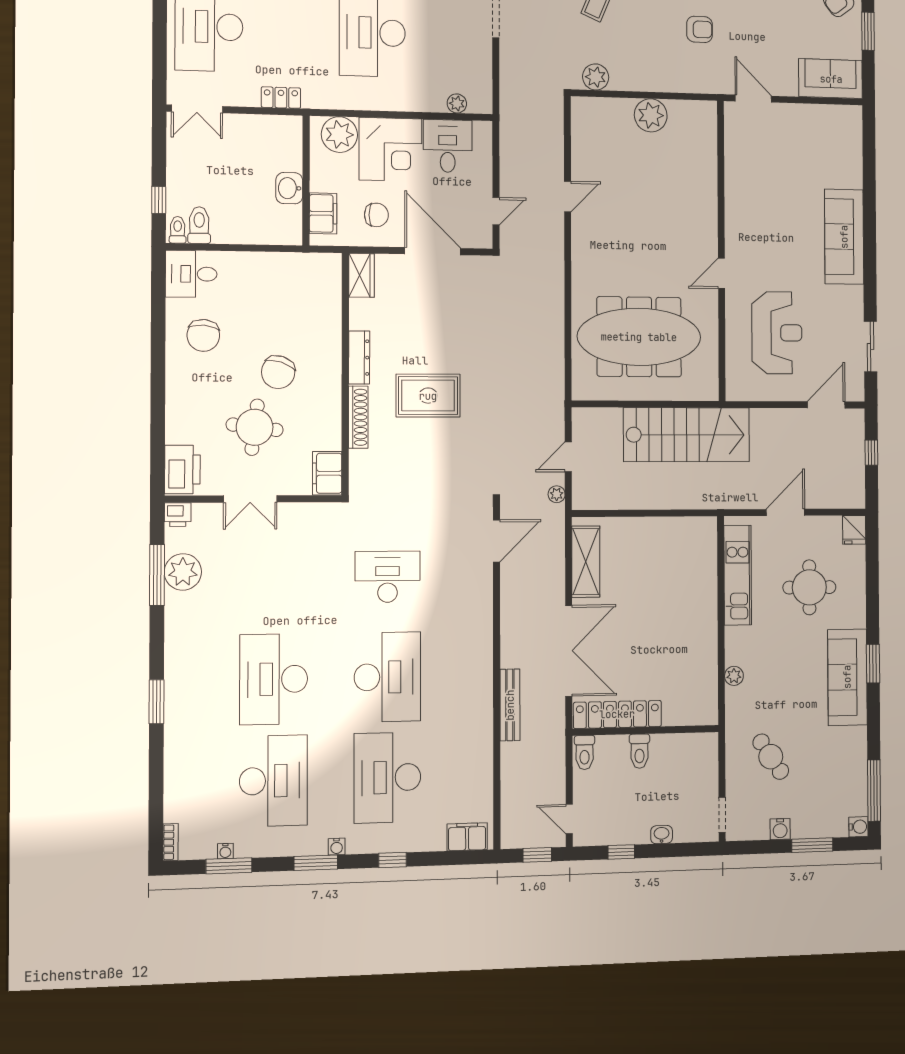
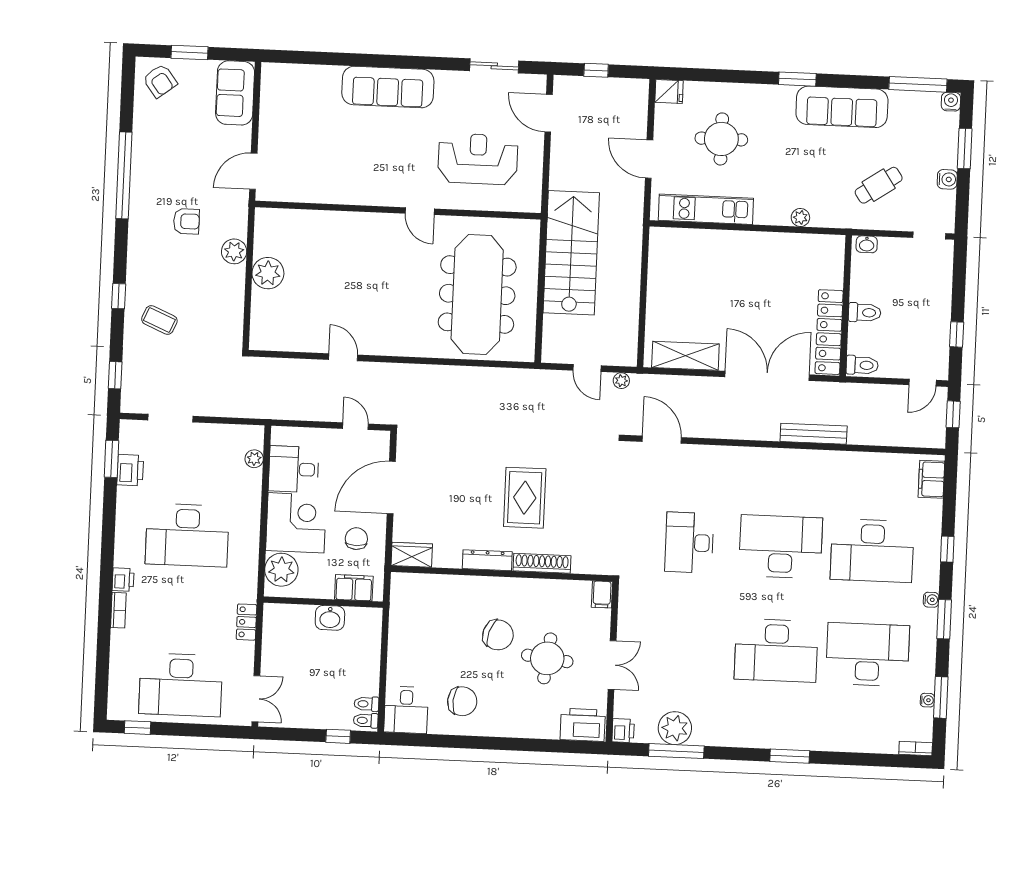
armchair: (700, 29) -> (186, 221), turned 90
plant: (596, 77) -> (234, 251), moved
toilet: (199, 225) -> (366, 704), width x0.73, depth x0.72
filing cabinet: (327, 473) -> (602, 594), width x0.50
sofa: (847, 677) -> (842, 107), moved
washbasin: (662, 835) -> (867, 244), moved, turned -90

